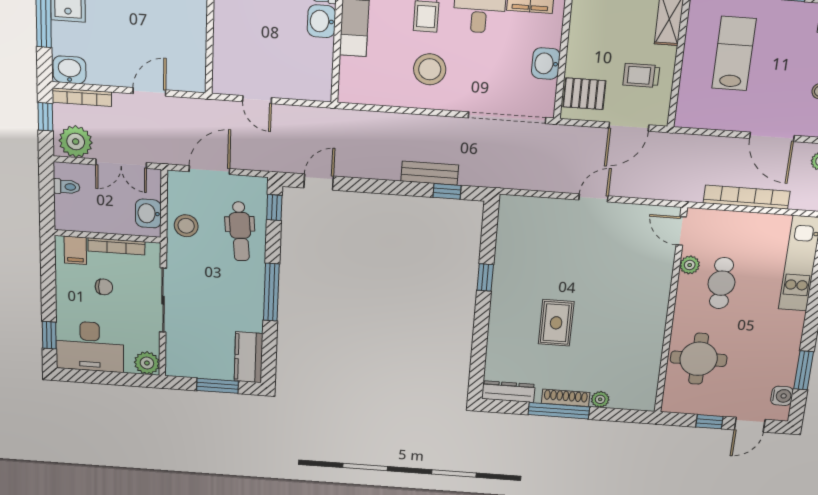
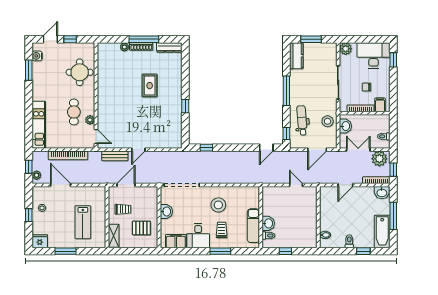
pallet: (584, 94) -> (141, 228), moved
bench: (430, 173) -> (115, 156), moved

